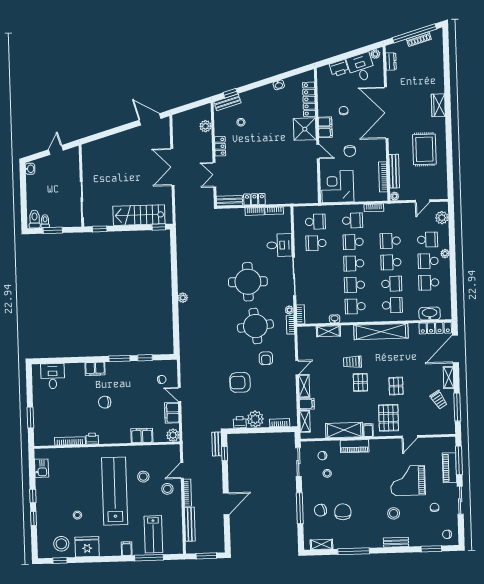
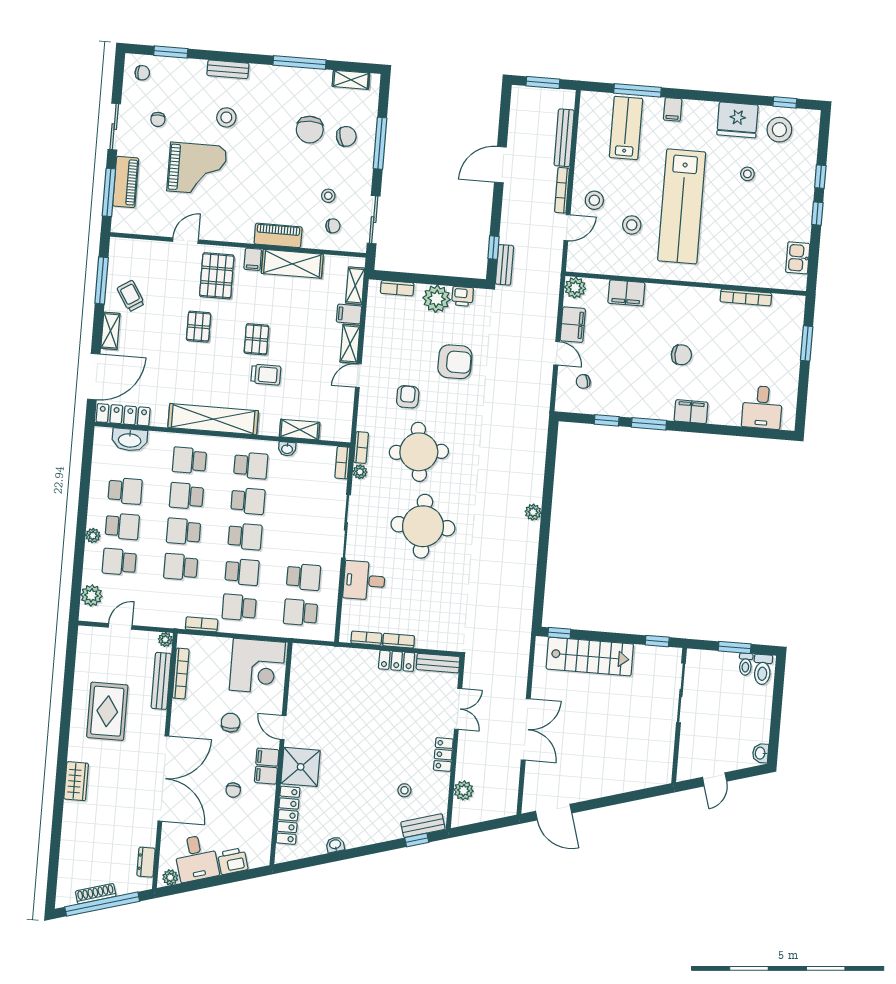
school desk: (390, 241) -> (181, 567), turned 180
school desk: (391, 262) -> (184, 531), turned 180
printer: (92, 439) -> (709, 297), removed

